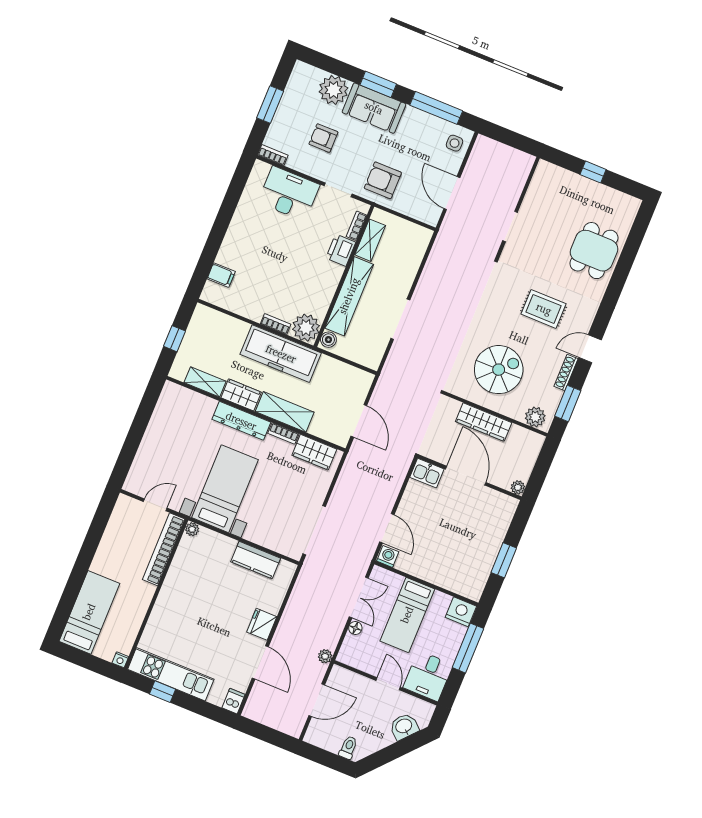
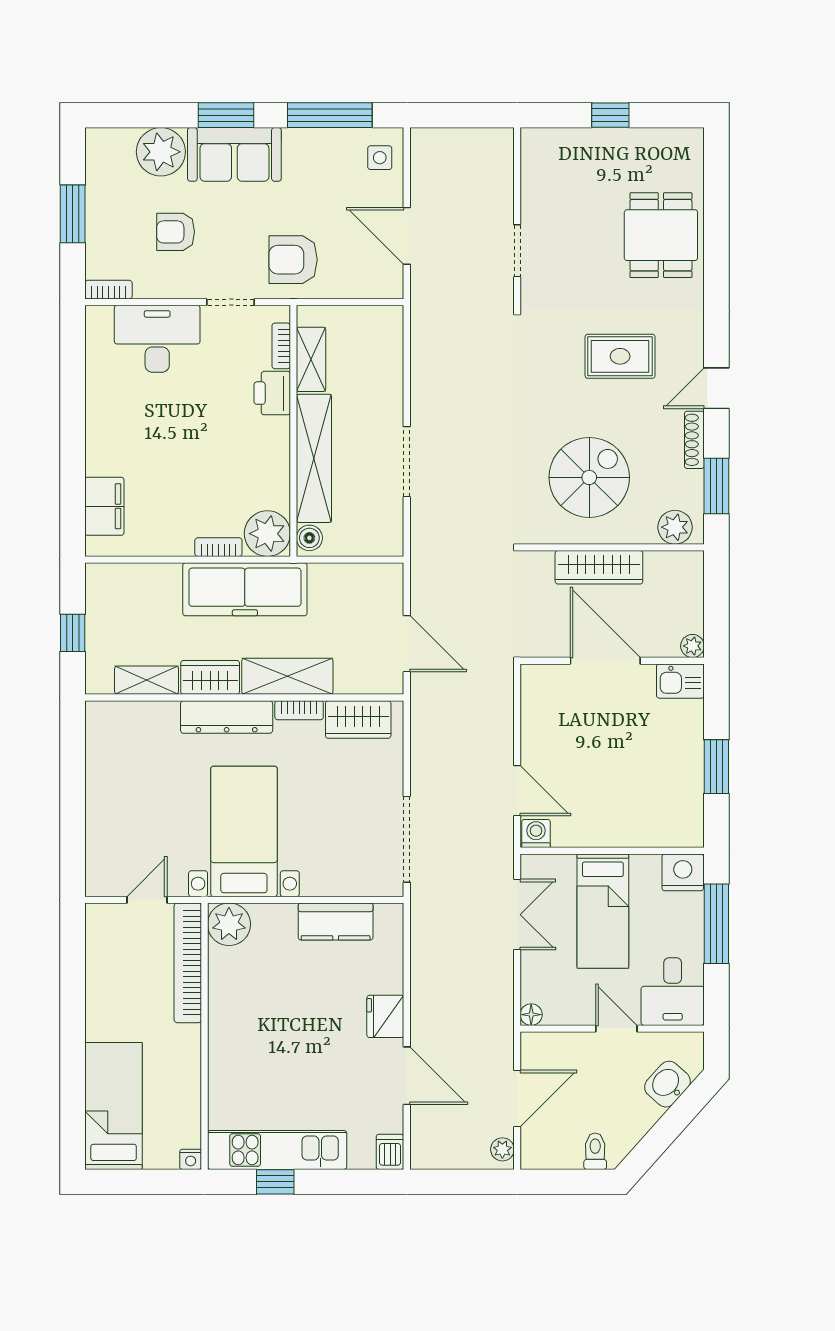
filing cabinet: (221, 275) -> (104, 506), width x2.00
kitchen sink: (427, 473) -> (680, 681), moved
plant: (192, 529) -> (229, 924), width x1.87, depth x1.87
floor lamp: (355, 628) -> (531, 1015), moved
plant: (325, 656) -> (502, 1149), moved

